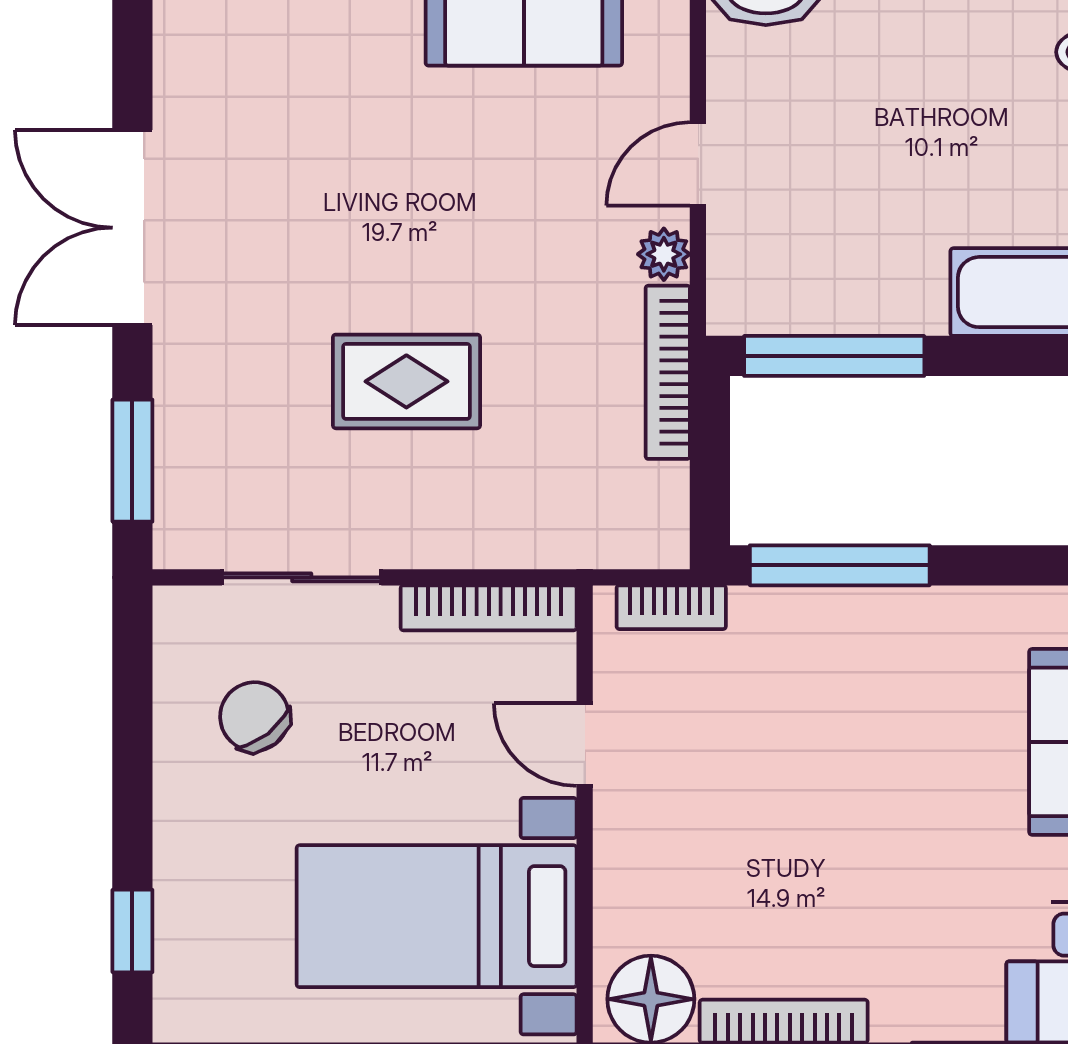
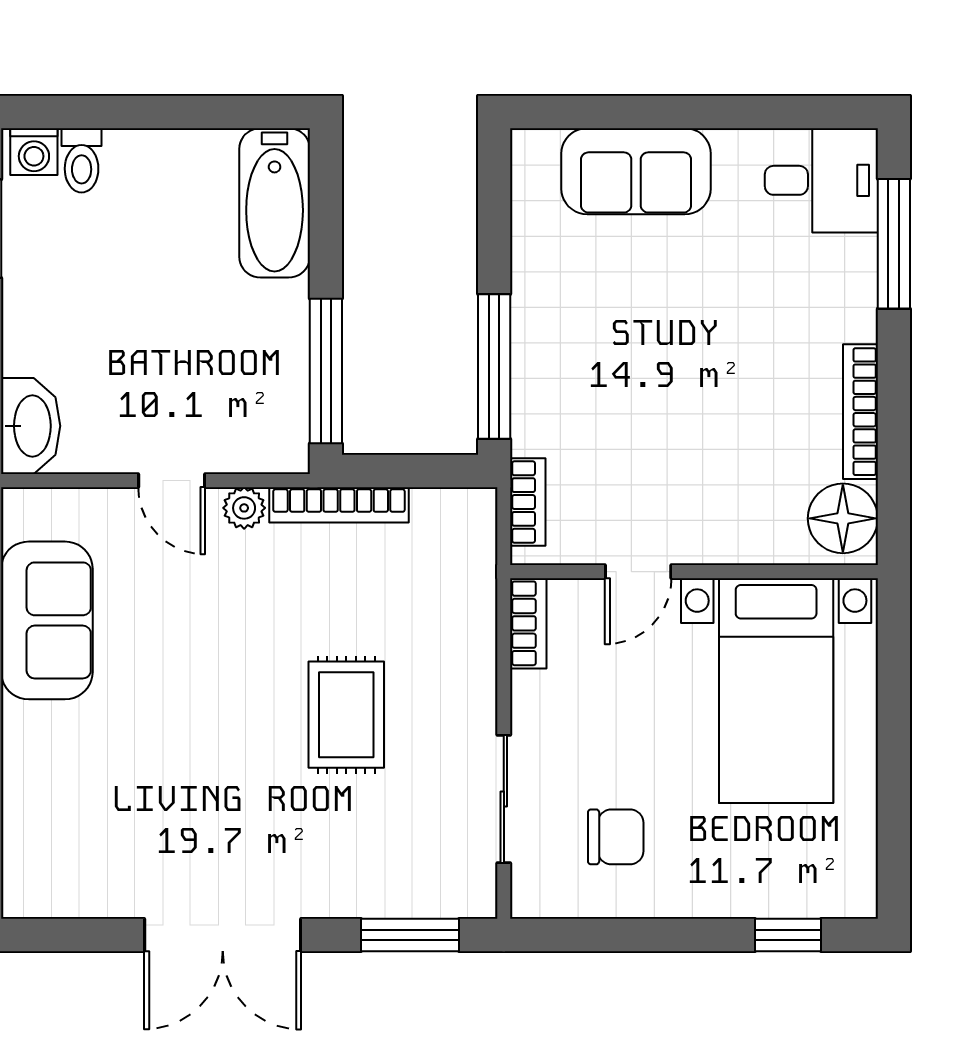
bookcase: (489, 608) -> (528, 623), width x0.64
chair: (255, 717) -> (616, 837), turned -142

